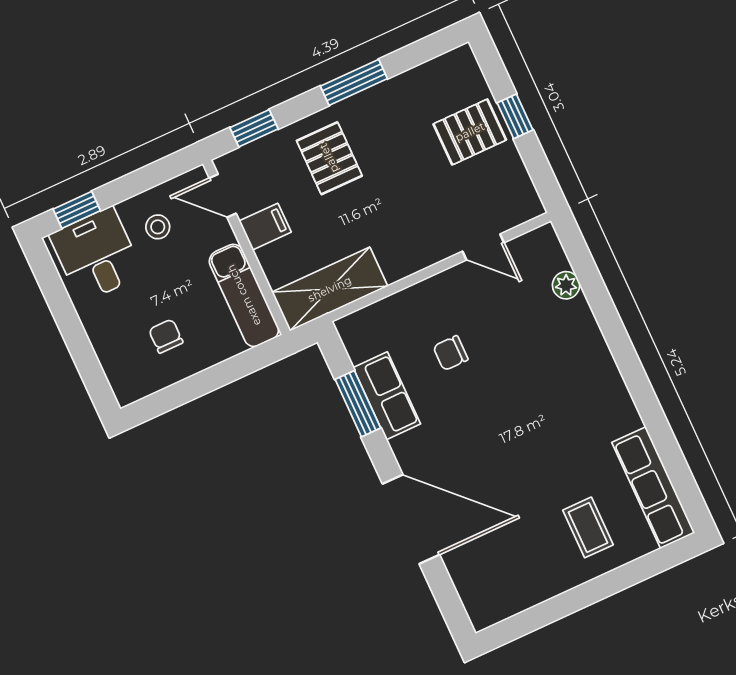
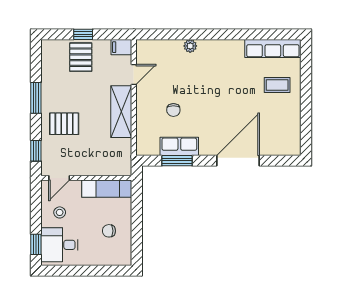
filing cabinet: (265, 227) -> (121, 47), moved, turned -90
plant: (566, 285) -> (190, 46), moved
shelving: (330, 289) -> (121, 112), moved

